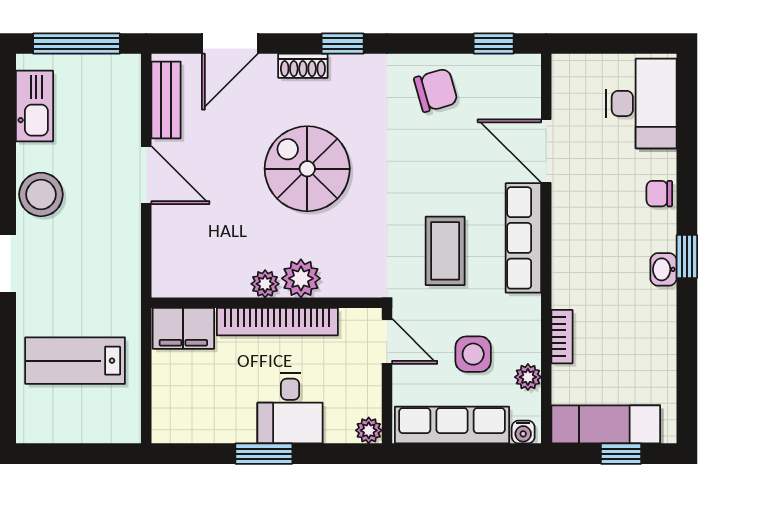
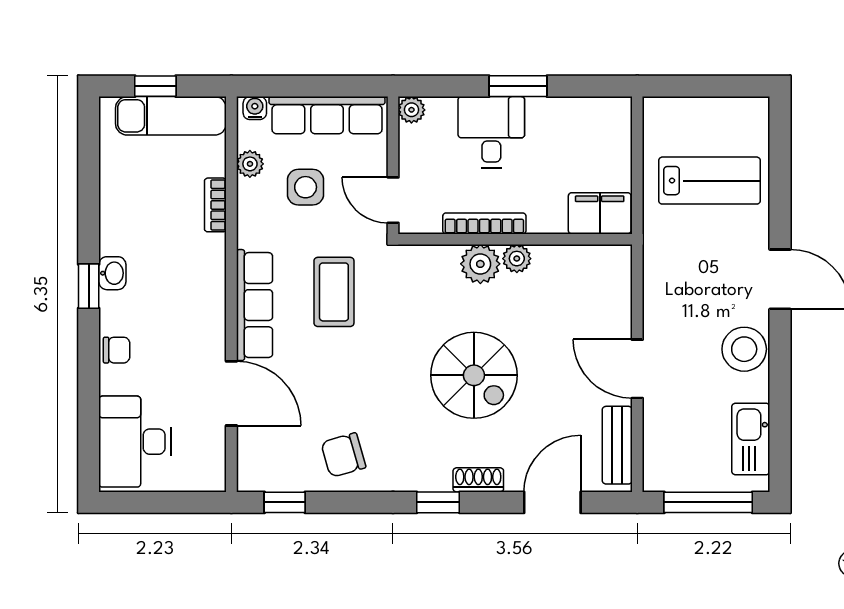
bookcase: (277, 322) -> (484, 223), width x0.68, depth x0.76

